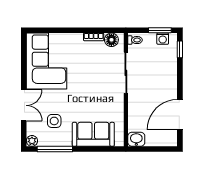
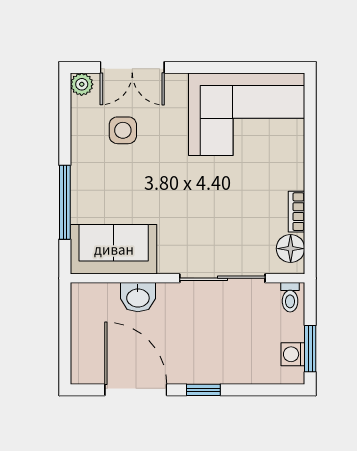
window: (180, 49) -> (203, 390), moved
double door: (24, 105) -> (132, 67), moved
sofa: (93, 134) -> (114, 249), moved, turned -90
washbasin: (136, 139) -> (138, 297), moved, turned 90
window: (55, 149) -> (65, 202), moved

